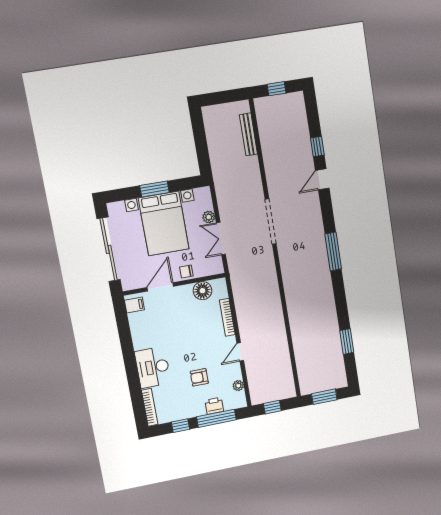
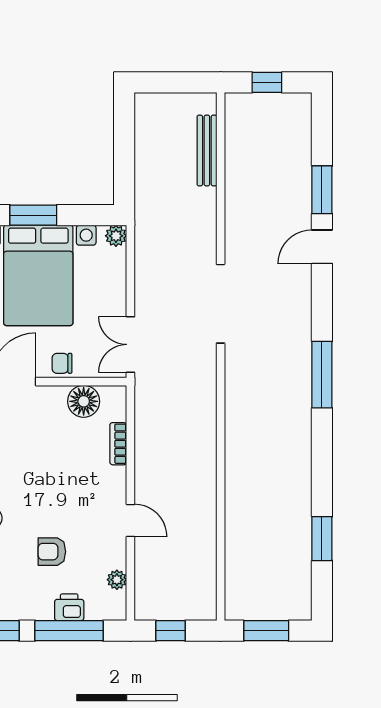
window: (317, 147) -> (322, 190), width x1.50
plant: (209, 217) -> (116, 236), moved
double door: (221, 238) -> (130, 344), moved
bookcase: (227, 317) -> (118, 444), width x0.64
door: (240, 352) -> (130, 520), swing flipped

